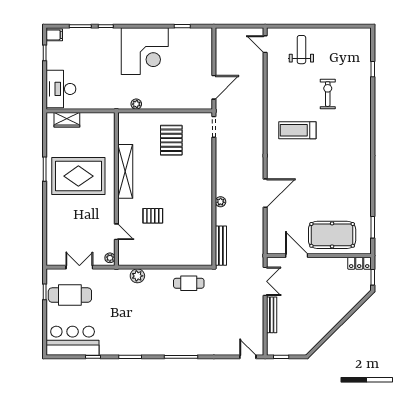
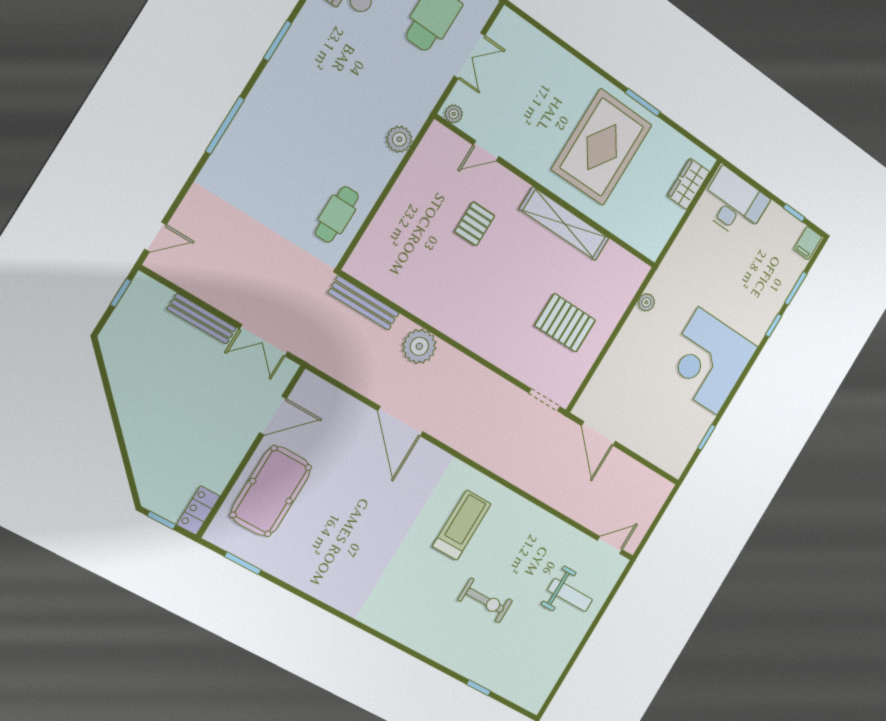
plant: (221, 202) -> (419, 346), width x1.88, depth x1.88

